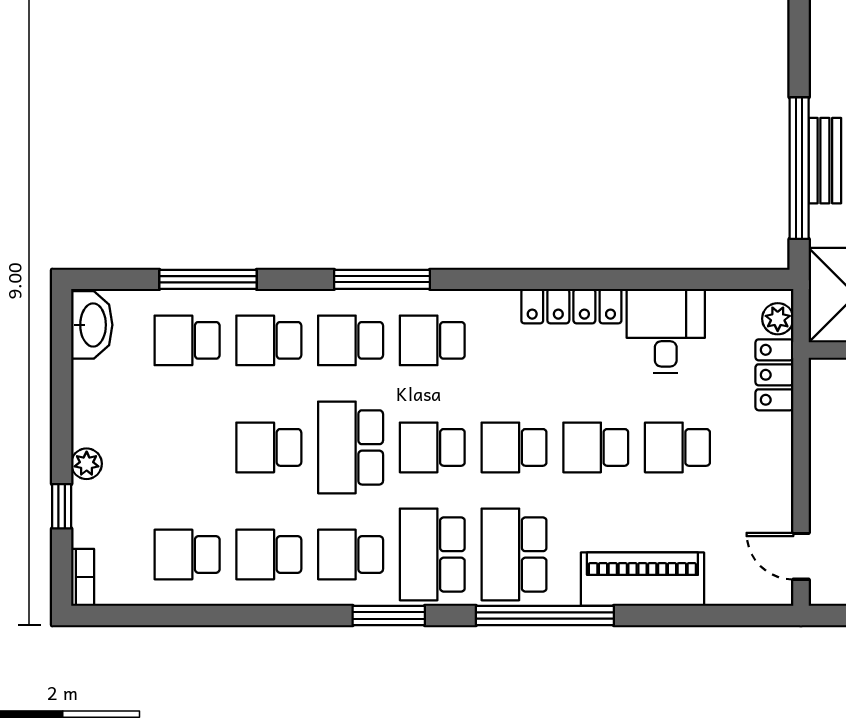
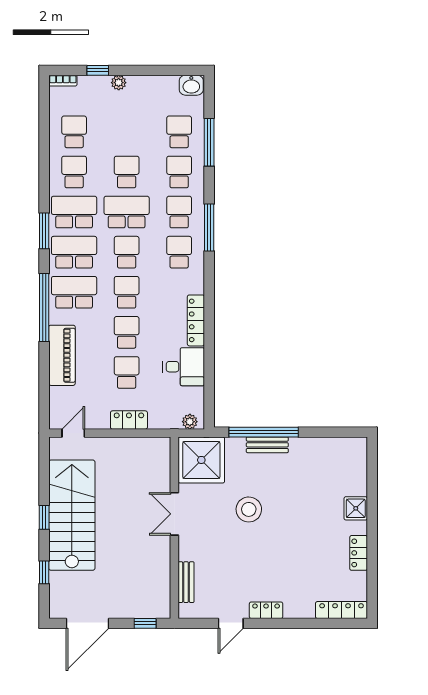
washbasin: (92, 325) -> (191, 85), width x0.72
locker: (774, 375) -> (129, 420), moved
school desk: (351, 554) -> (74, 212), width x1.85

